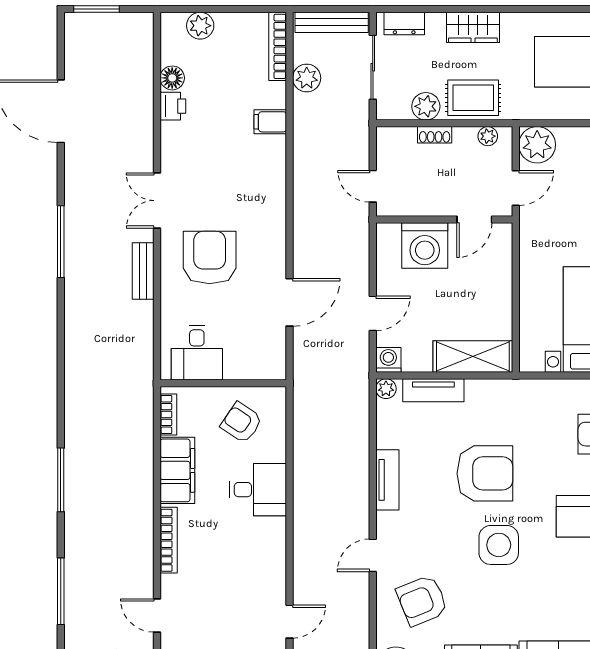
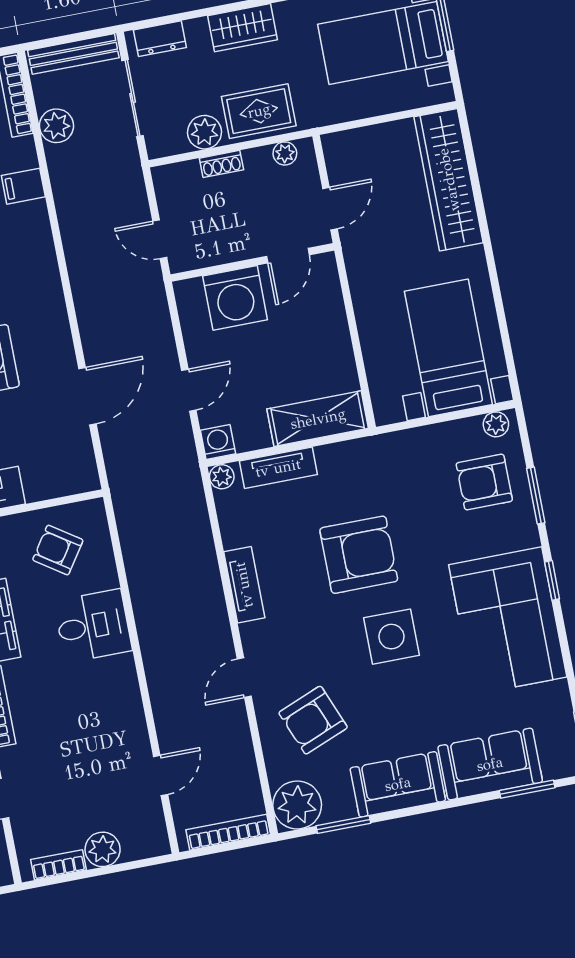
plant: (537, 145) -> (346, 152), removed

